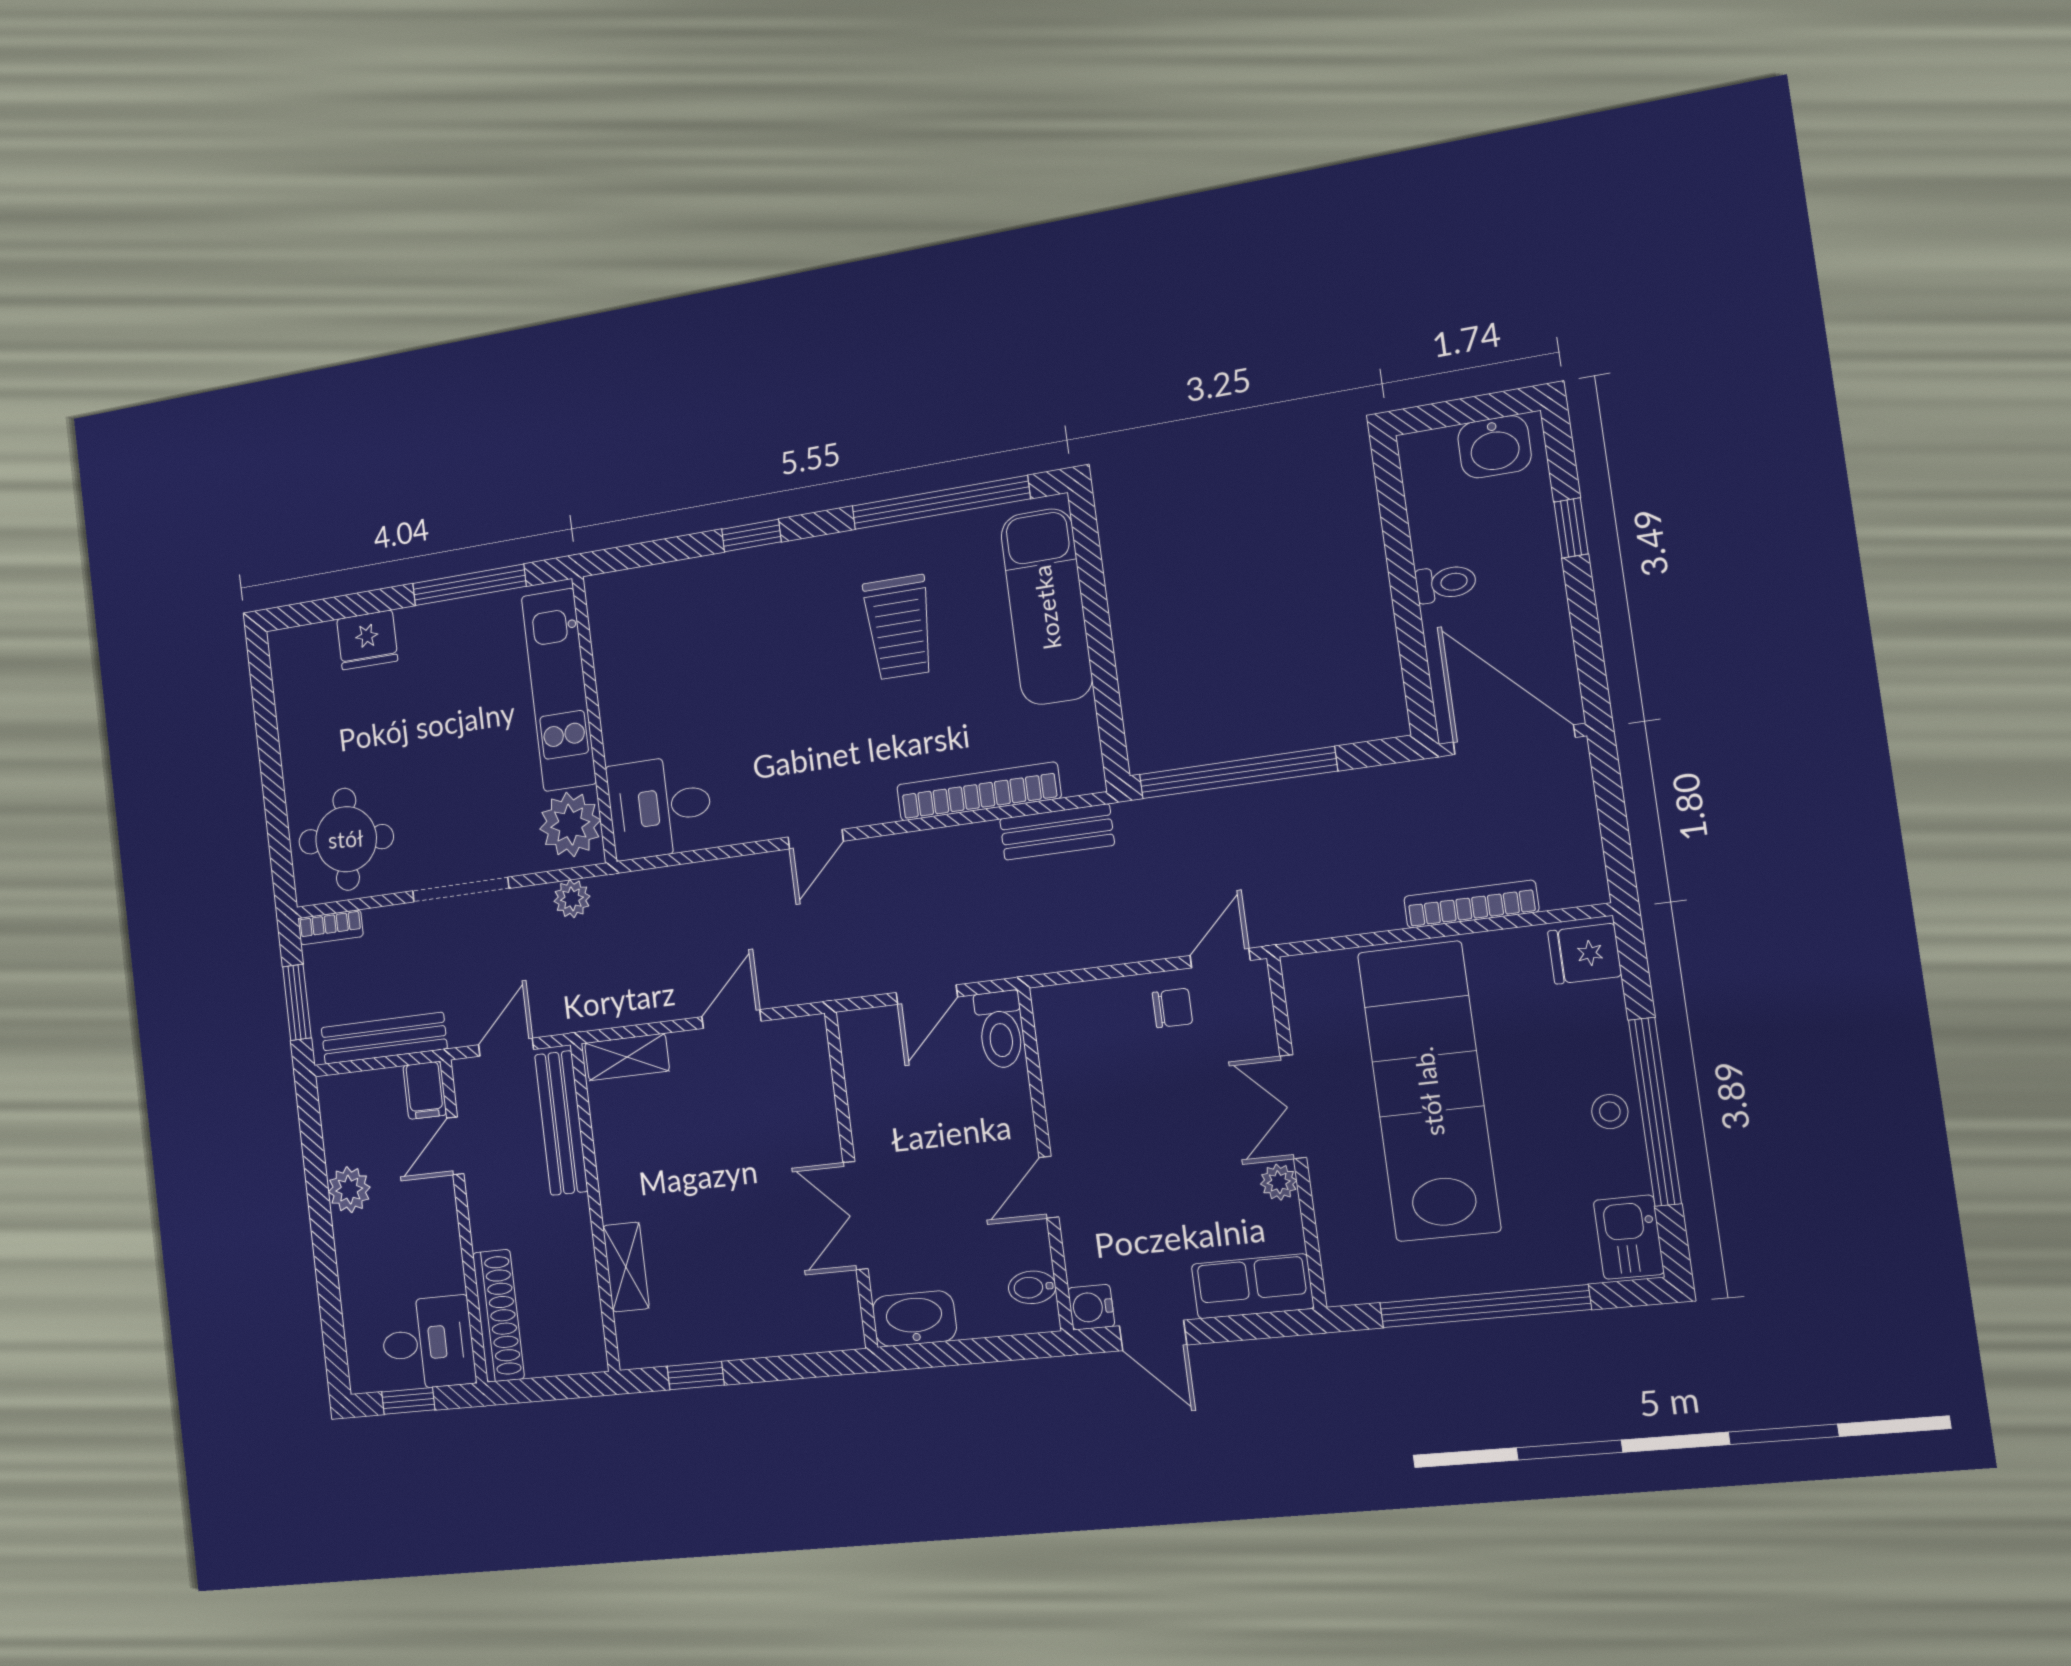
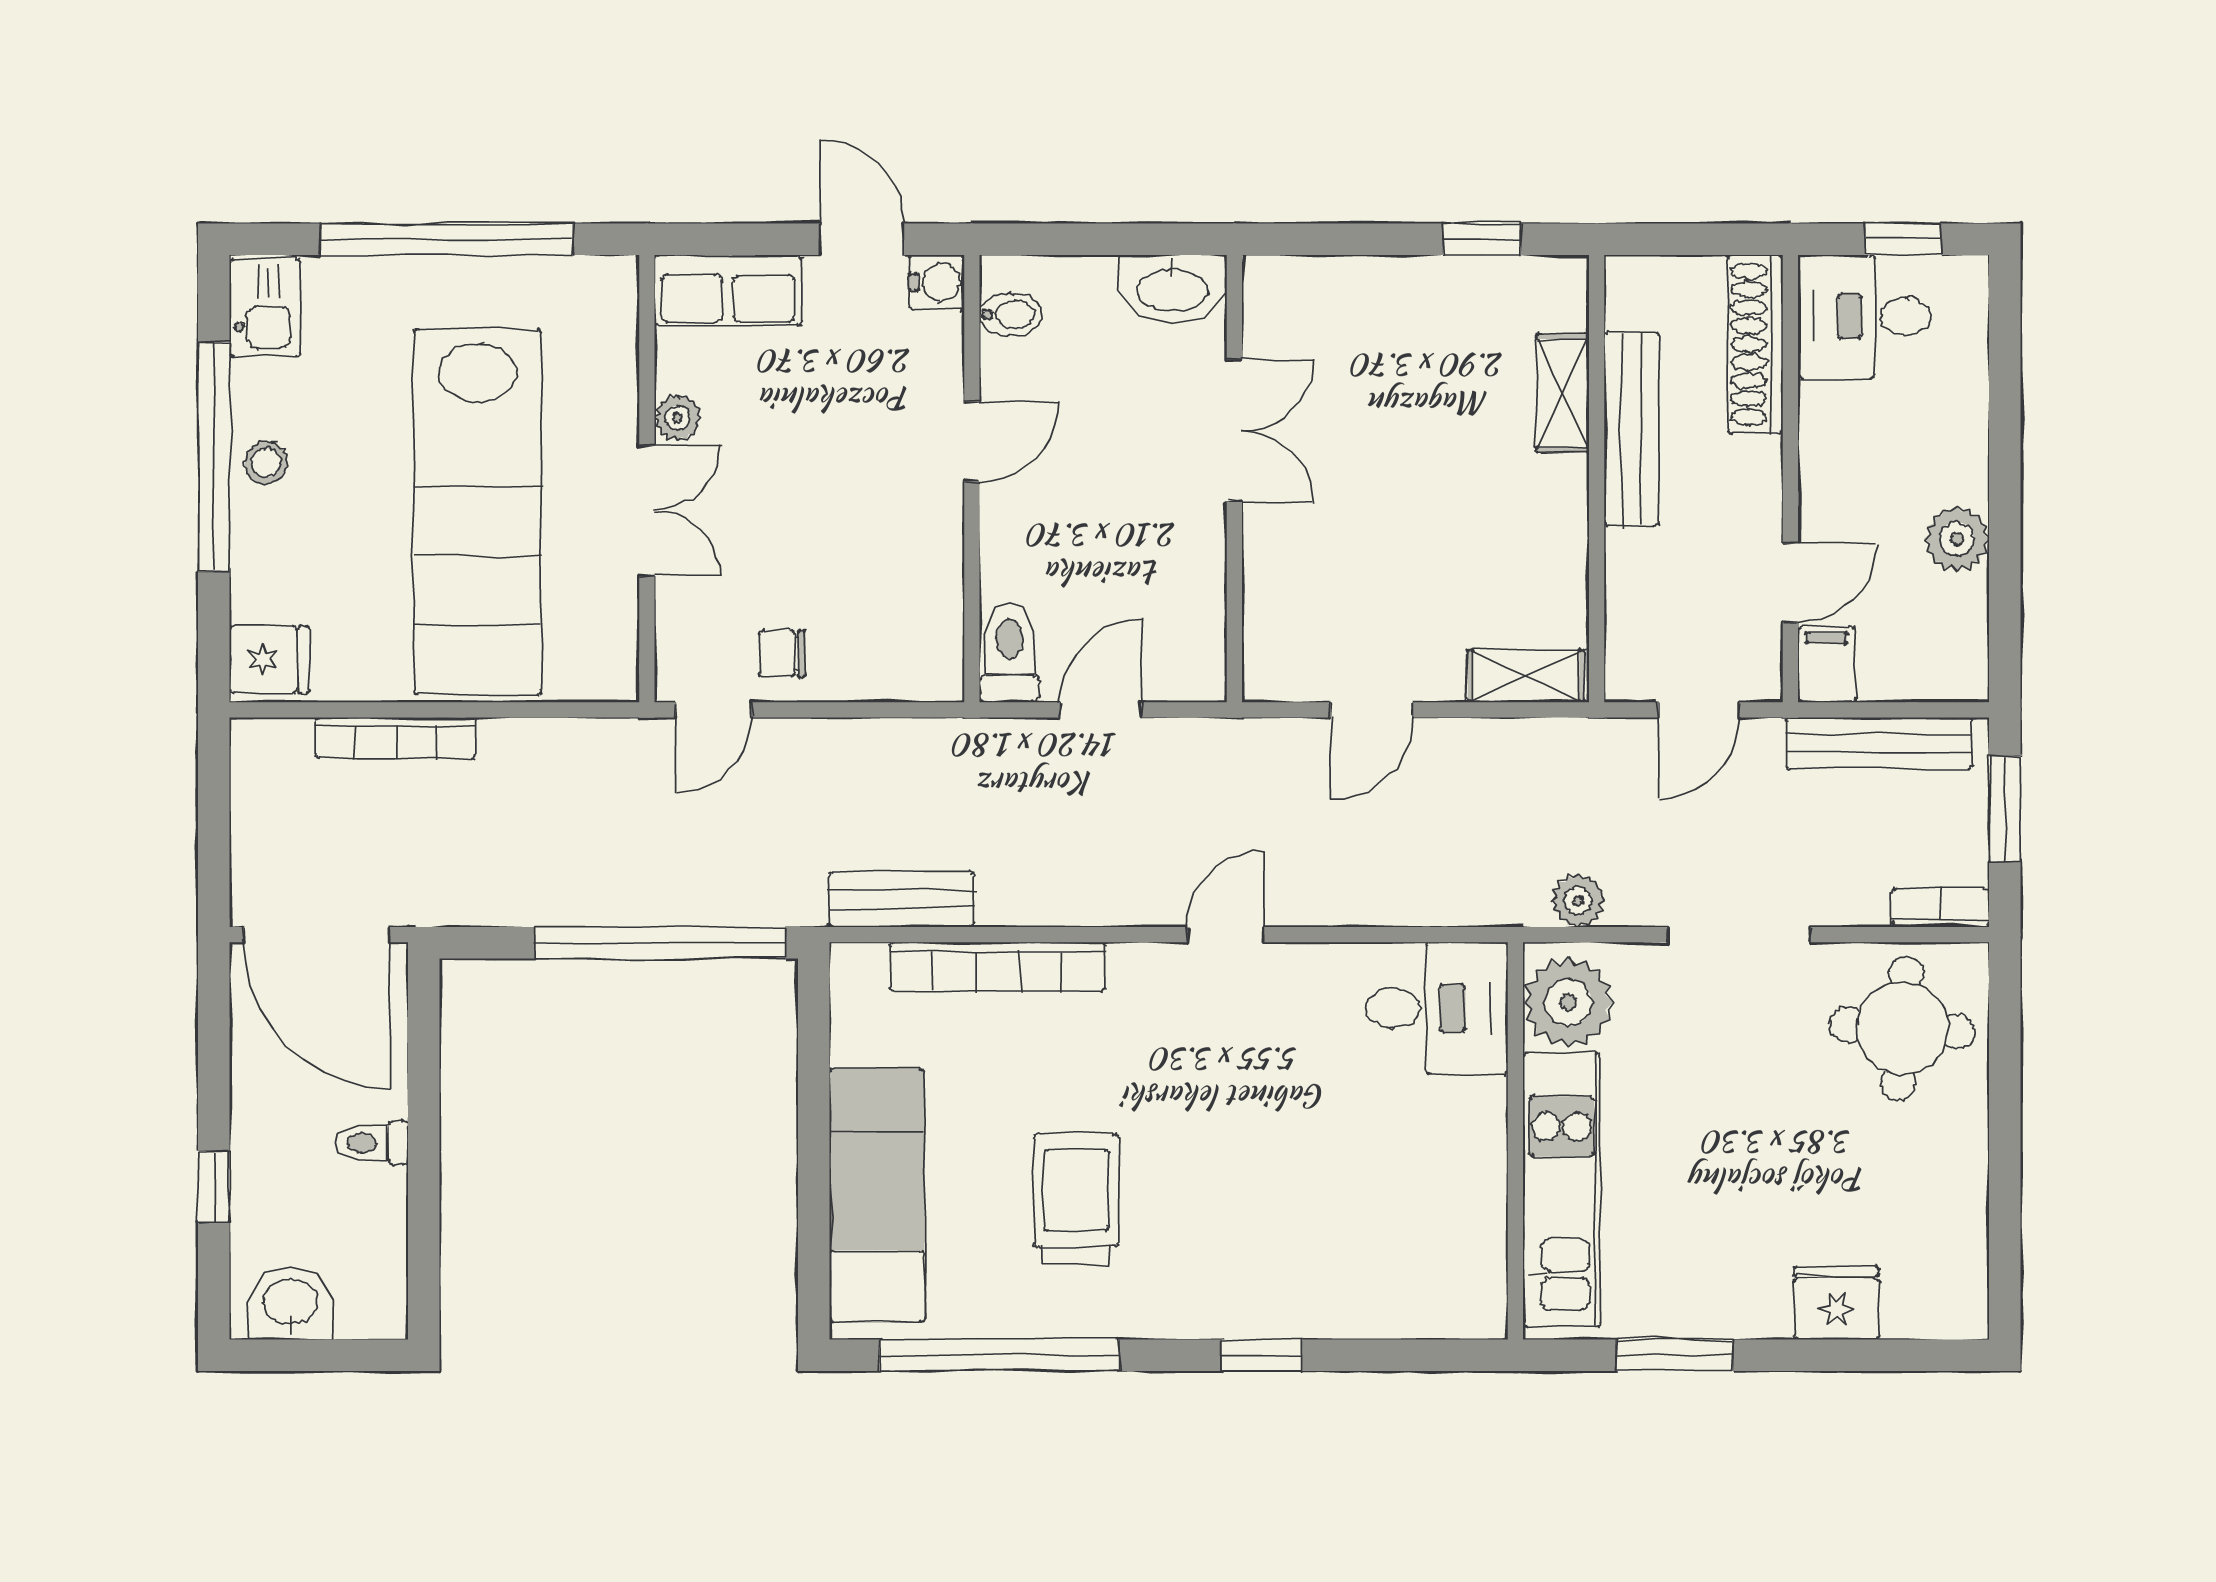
window: (469, 585) -> (1675, 1355), width x0.69
bench: (561, 1123) -> (1631, 429), moved

